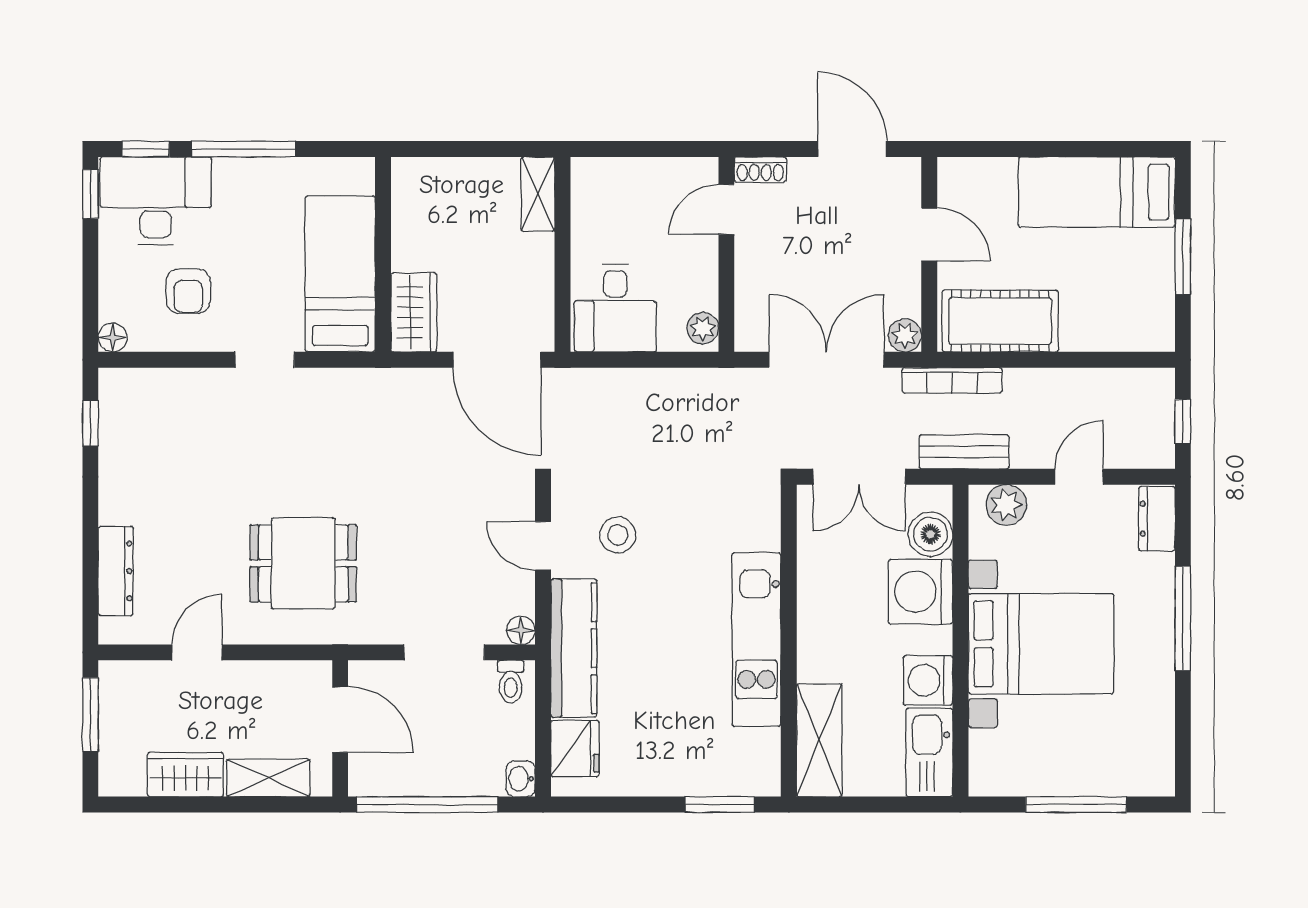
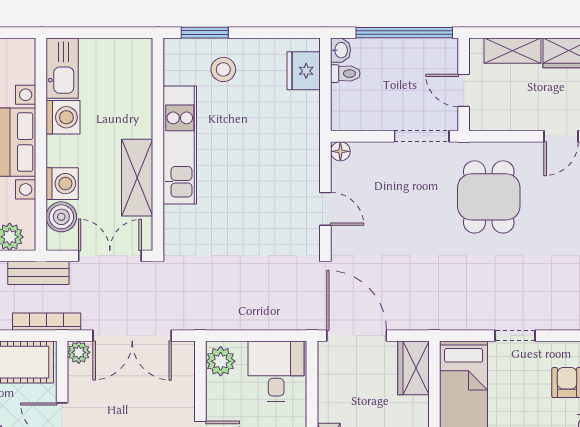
plant: (703, 328) -> (221, 361), width x1.38, depth x1.38
stool: (618, 535) -> (223, 69), moved
dining table: (303, 563) -> (489, 197), turned 90
washing machine: (920, 592) -> (62, 184), width x0.73, depth x0.73
kitchen counter: (574, 648) -> (304, 139), removed
doorway: (444, 652) -> (422, 136), moved
toilet: (511, 682) -> (345, 74), moved, turned 90
door: (340, 720) -> (464, 90), width x0.73
shelving: (819, 740) -> (137, 178), moved

